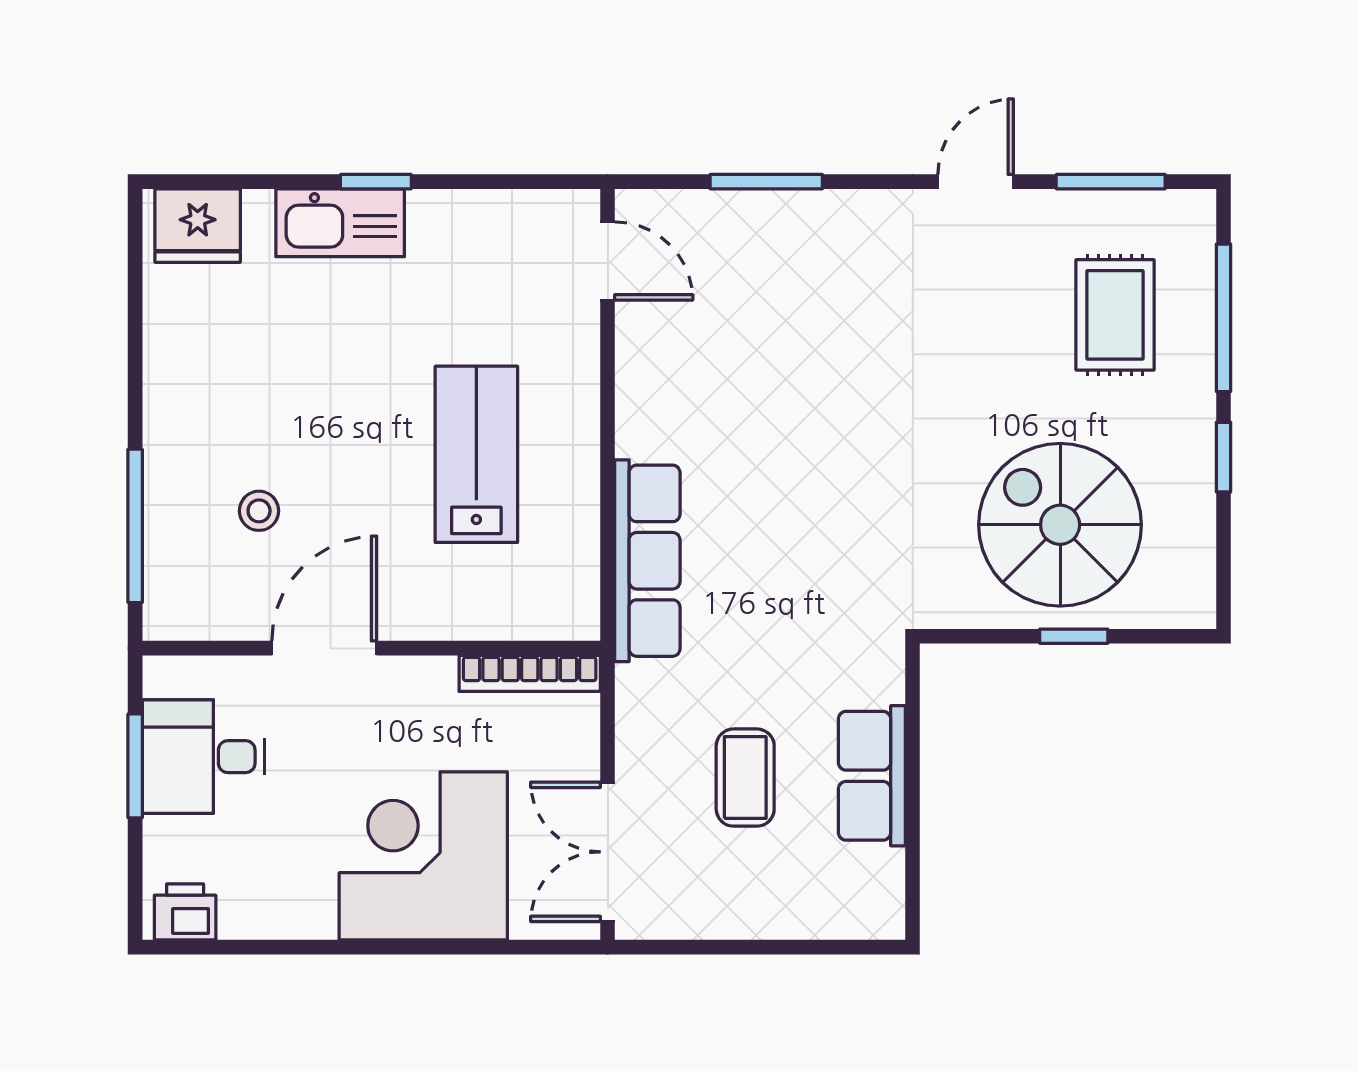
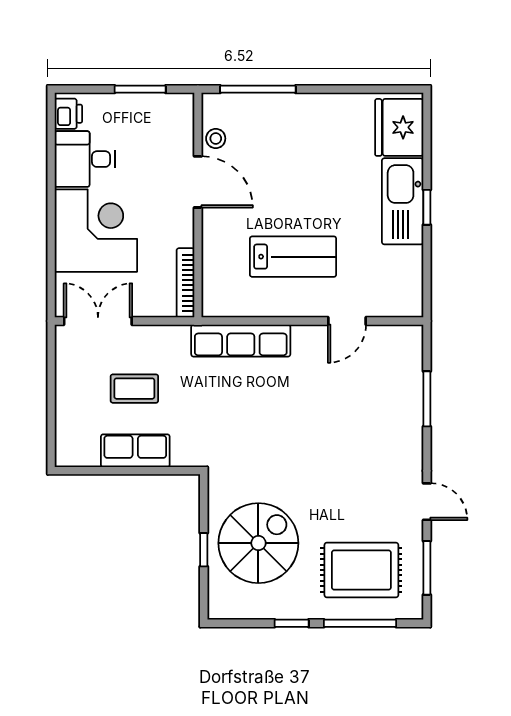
kitchen sink: (340, 223) -> (403, 201), width x1.36, depth x1.24
fridge: (198, 226) -> (399, 127), width x1.36, depth x1.34
door: (608, 261) -> (347, 321), moved
rug: (1115, 315) -> (361, 570), width x1.36, depth x1.43
stool: (259, 511) -> (216, 138), moved
desk: (204, 757) -> (85, 159), moved, turned -90

